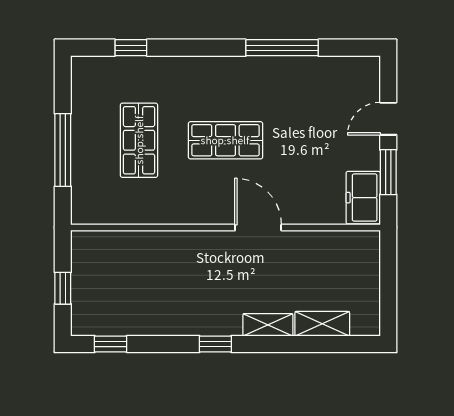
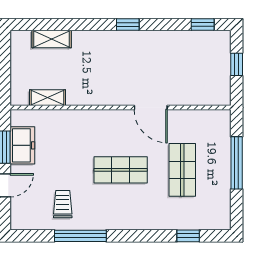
trolley: (307, 92) -> (63, 204), added
freezer: (363, 198) -> (22, 145), moved
door: (258, 228) -> (151, 108), moved
shelving: (268, 325) -> (48, 98), moved

